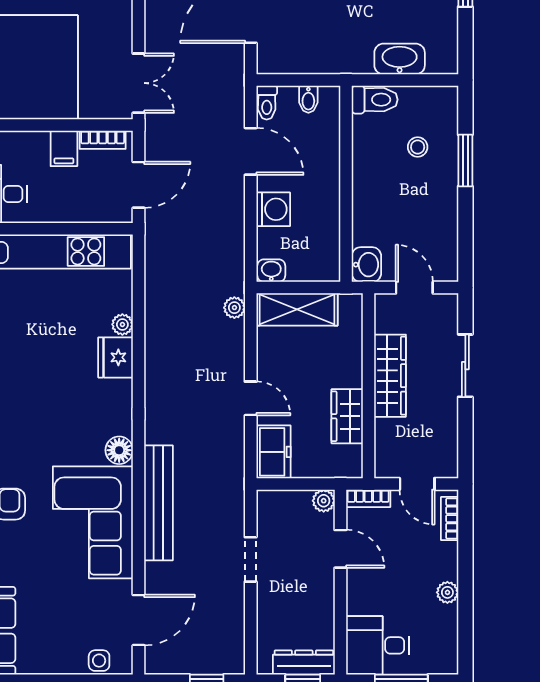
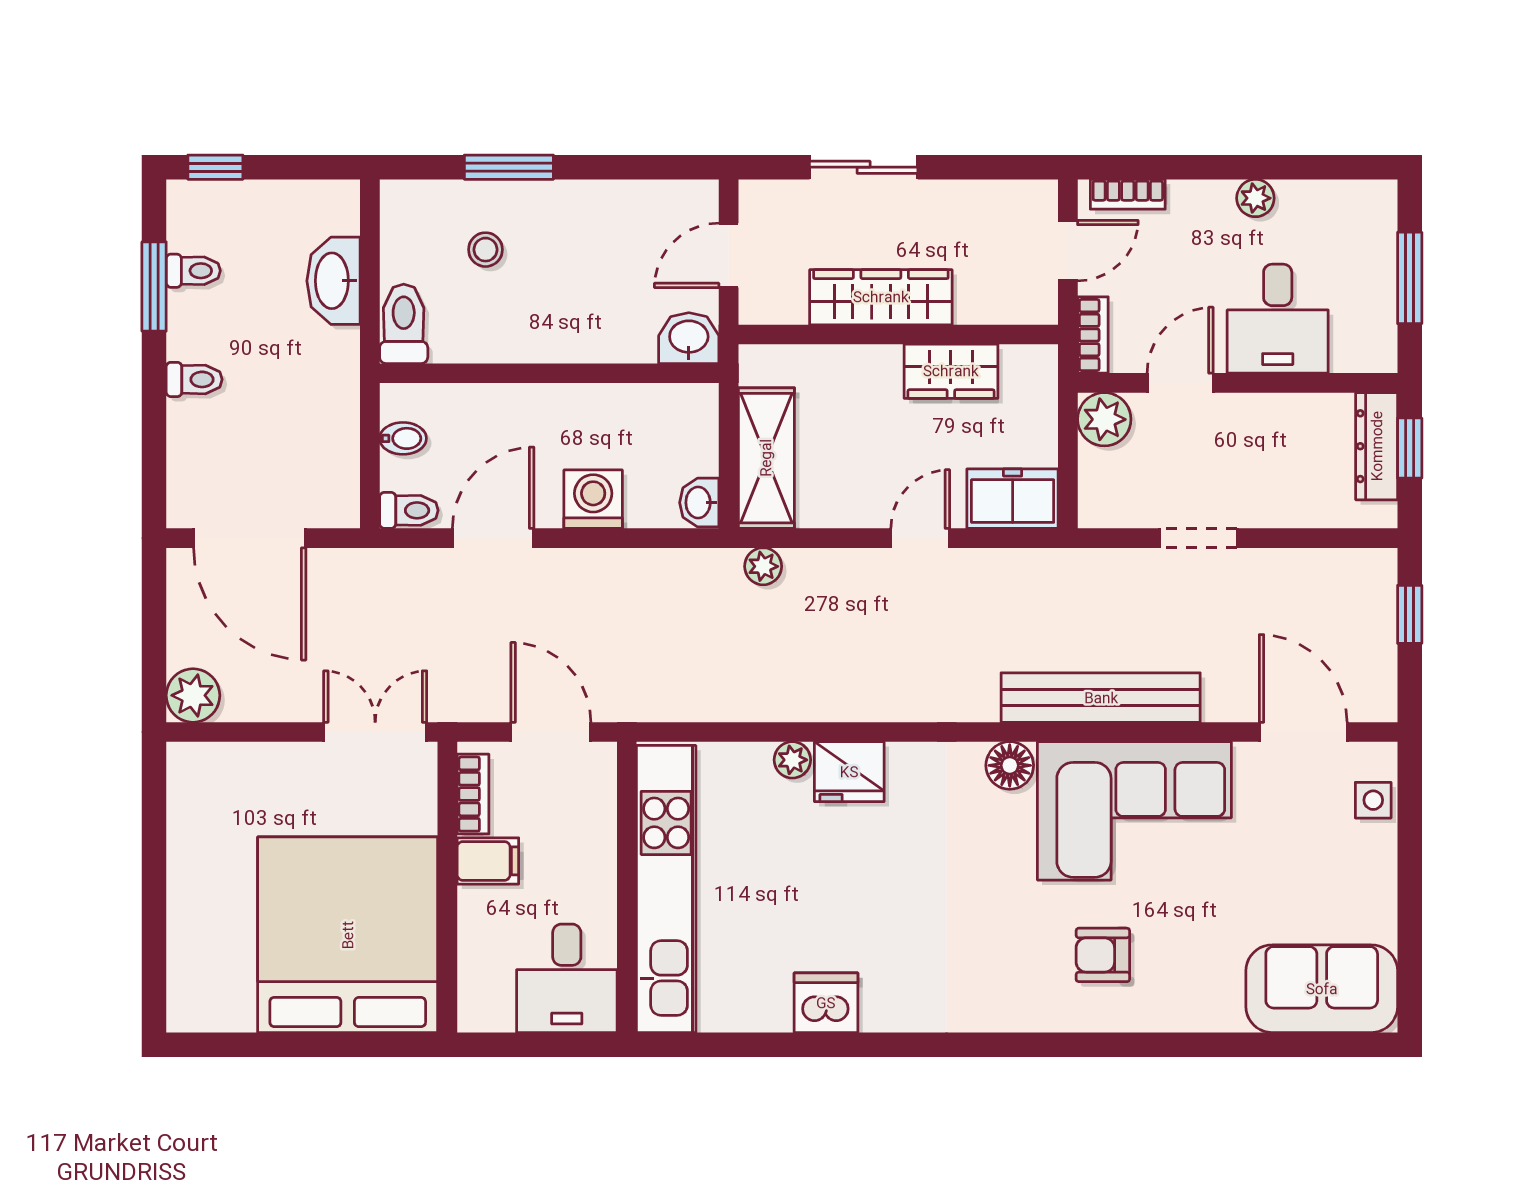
plant: (324, 501) -> (1104, 419), width x1.38, depth x1.38
desk: (378, 645) -> (1278, 319), moved

